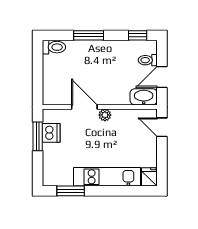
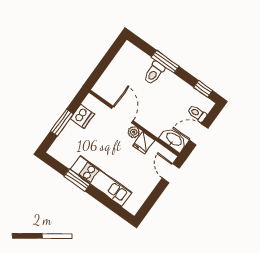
toilet: (54, 47) -> (154, 73), moved, turned 90
window: (38, 136) -> (62, 123), moved
fridge: (149, 177) -> (144, 143), moved, turned 180
window: (71, 191) -> (77, 180), moved

